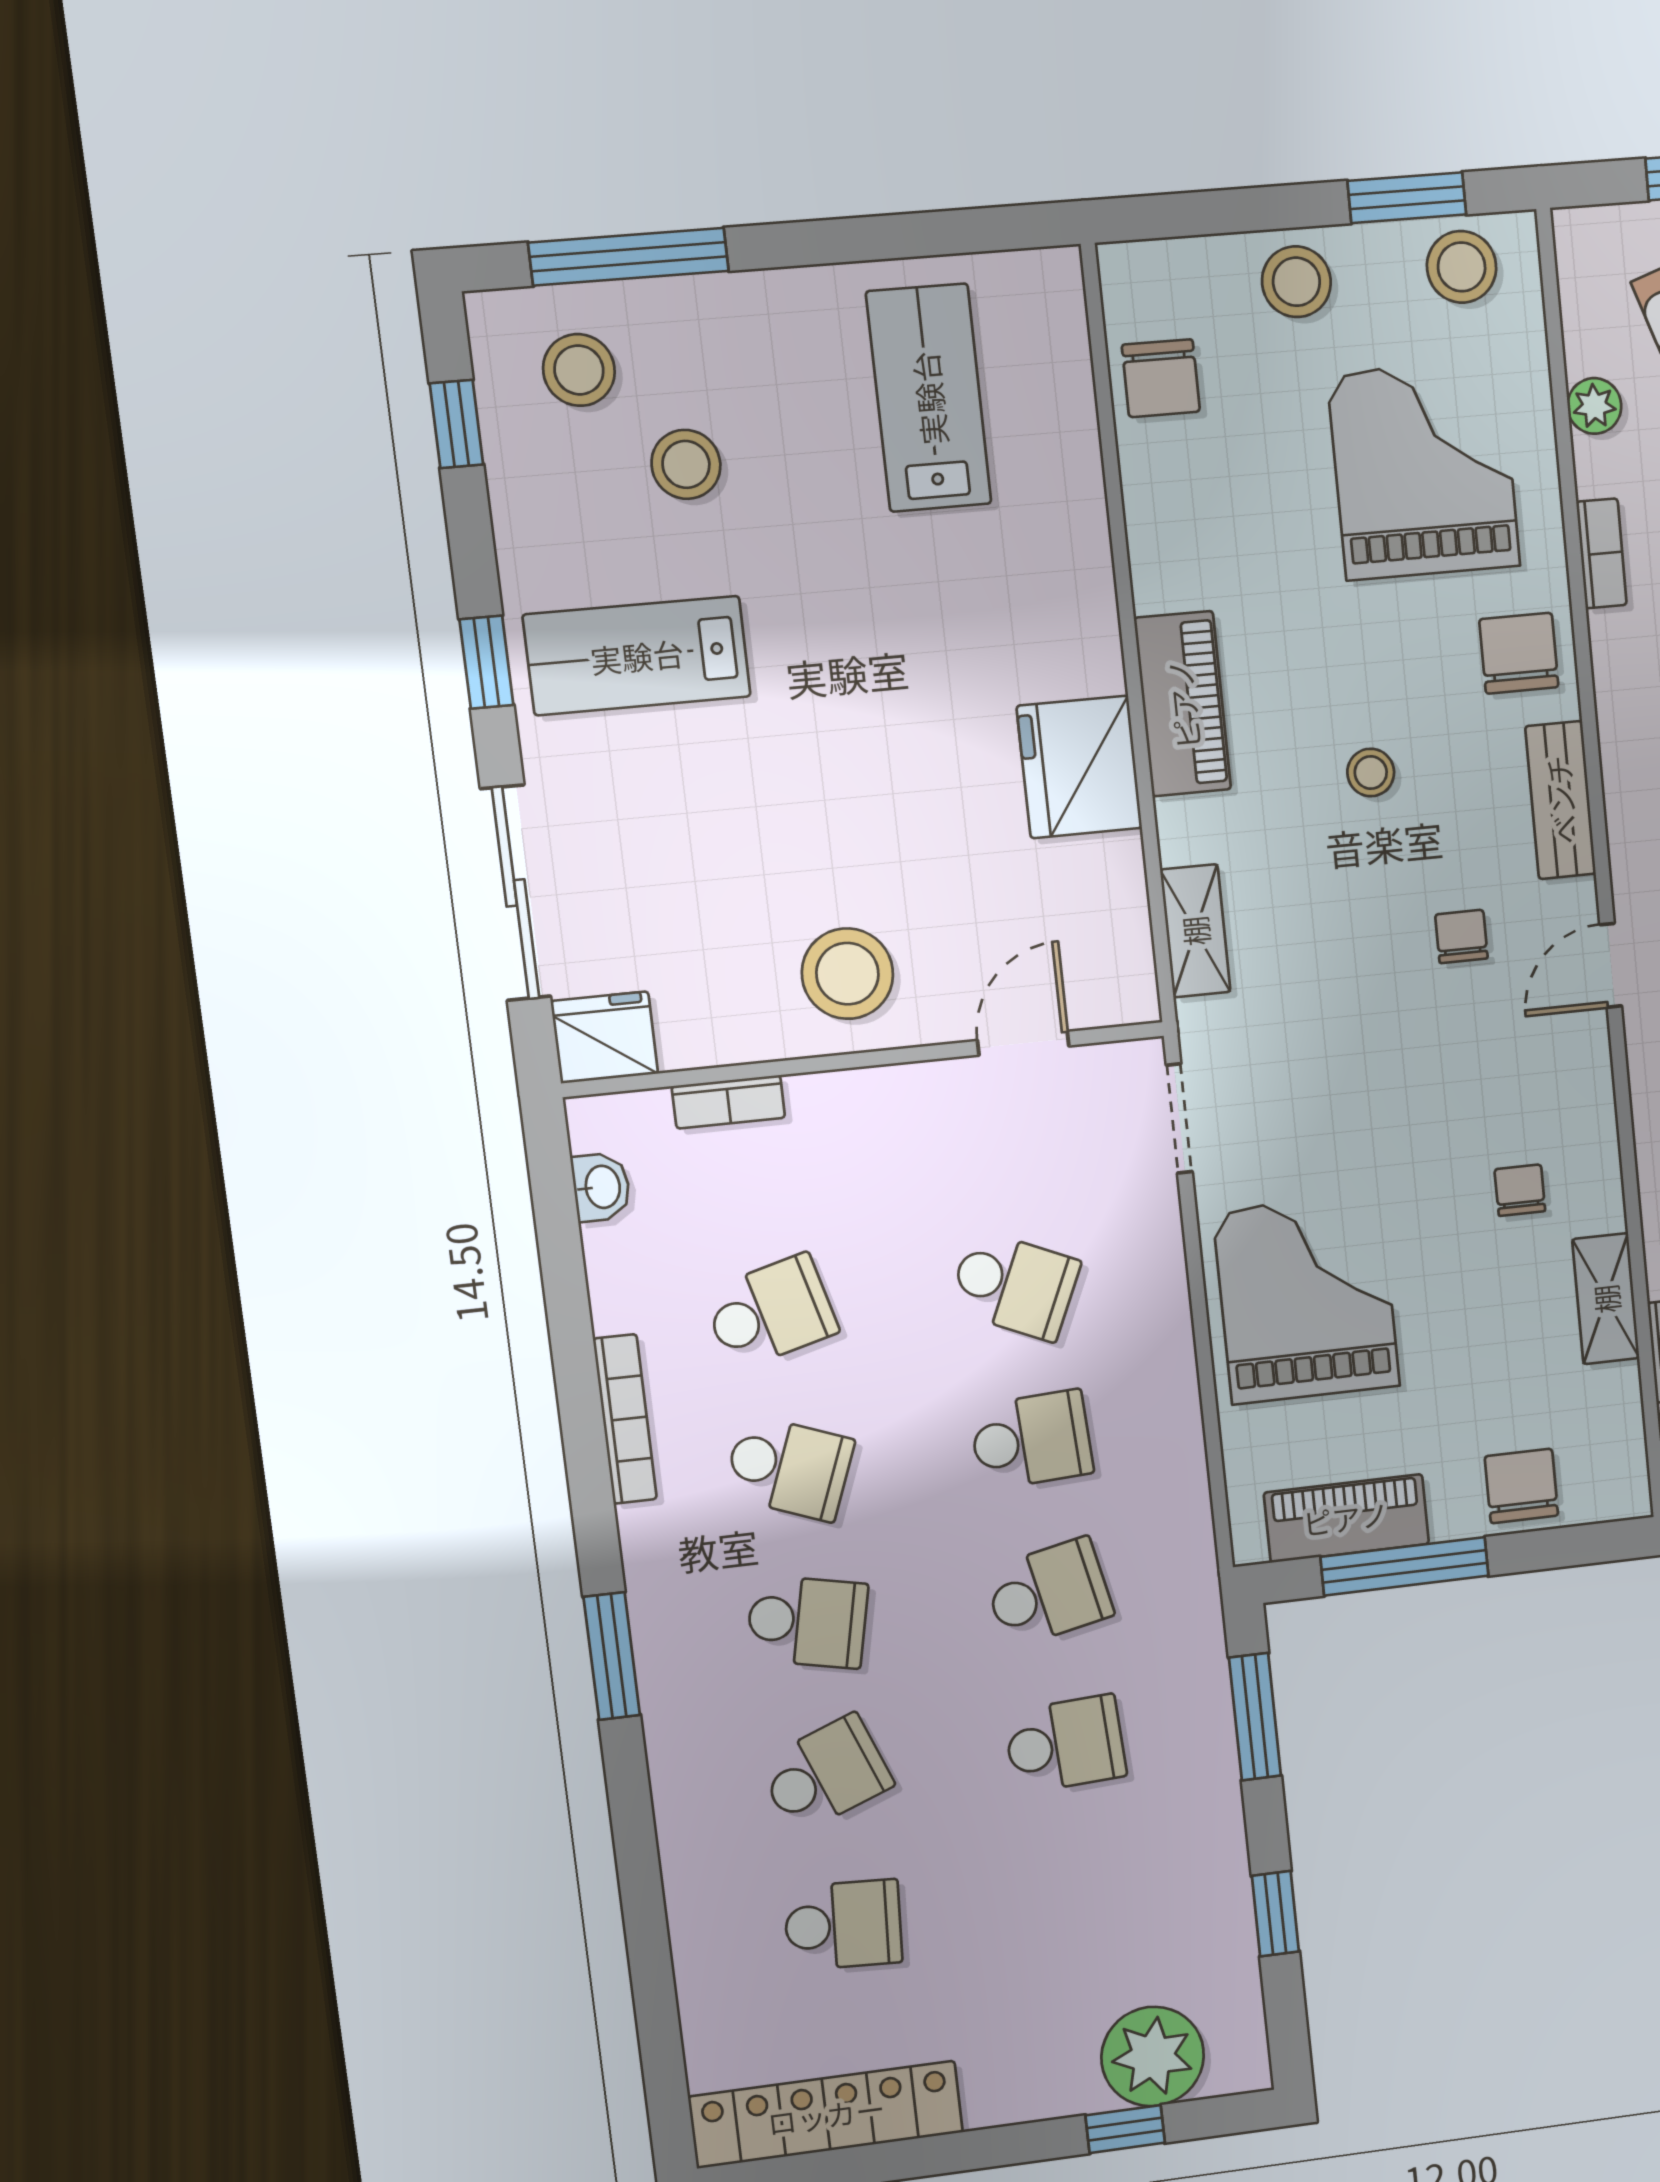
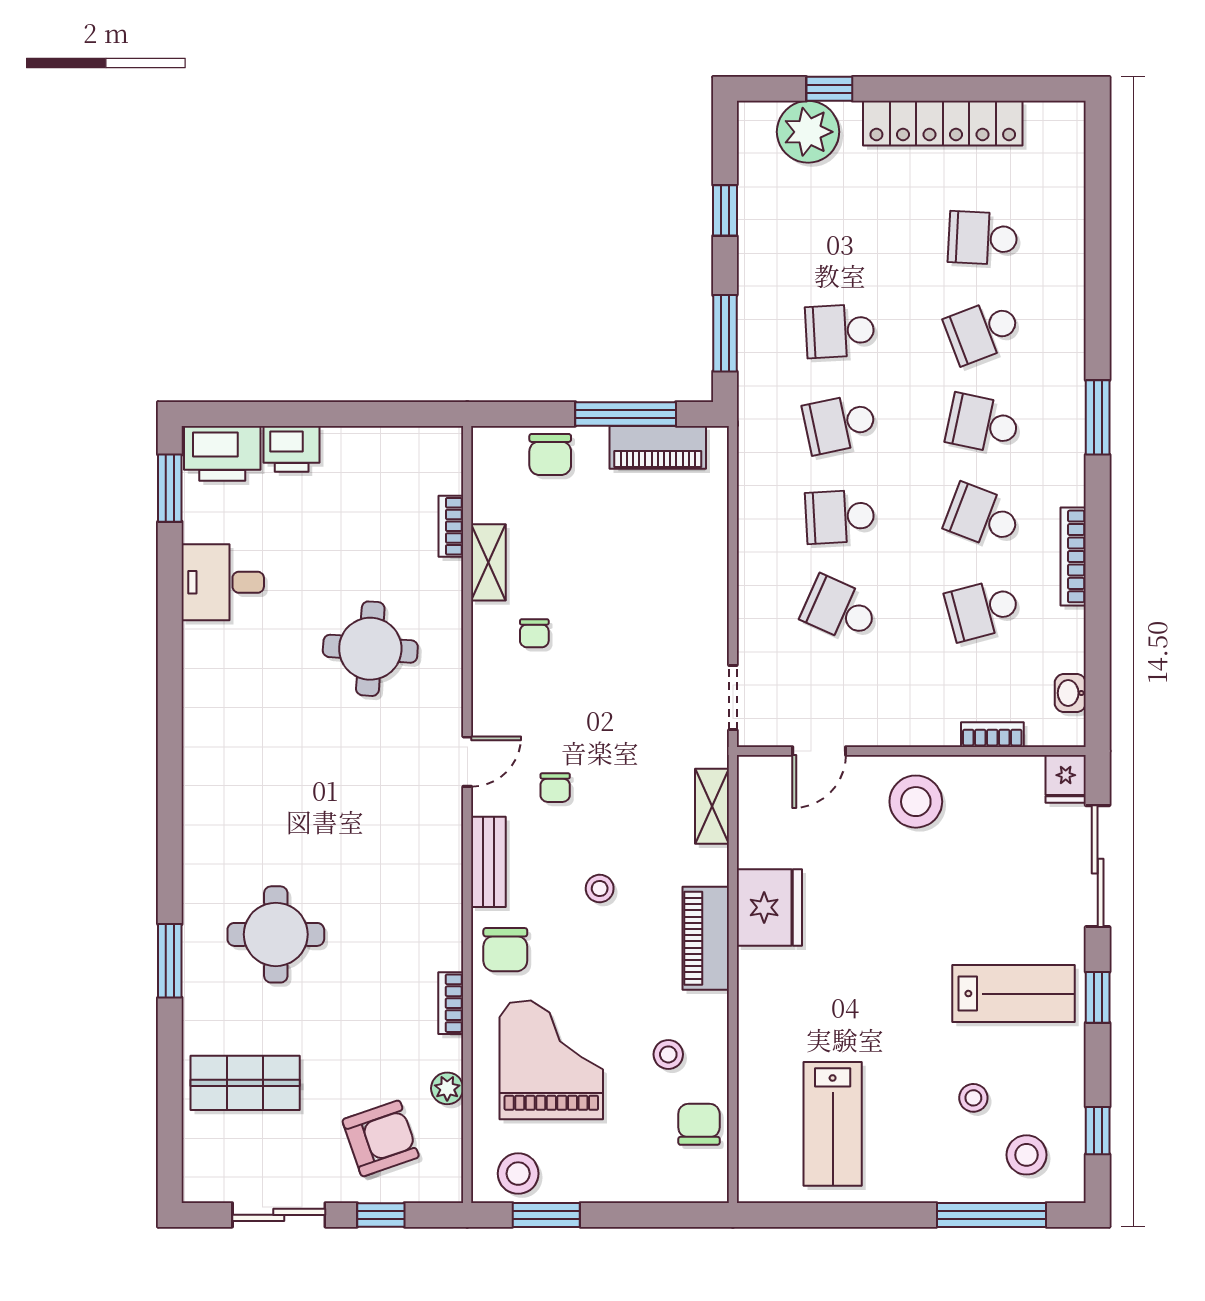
stool: (1296, 282) -> (668, 1054), moved, width x0.73, depth x0.73
stool: (686, 464) -> (973, 1098), width x0.73, depth x0.73
grand piano: (1424, 470) -> (551, 1060), turned 180
fridge: (604, 1037) -> (1066, 779), width x0.72
grand piano: (1307, 1299) -> (668, 582), removed
locker: (826, 2115) -> (943, 123), moved

